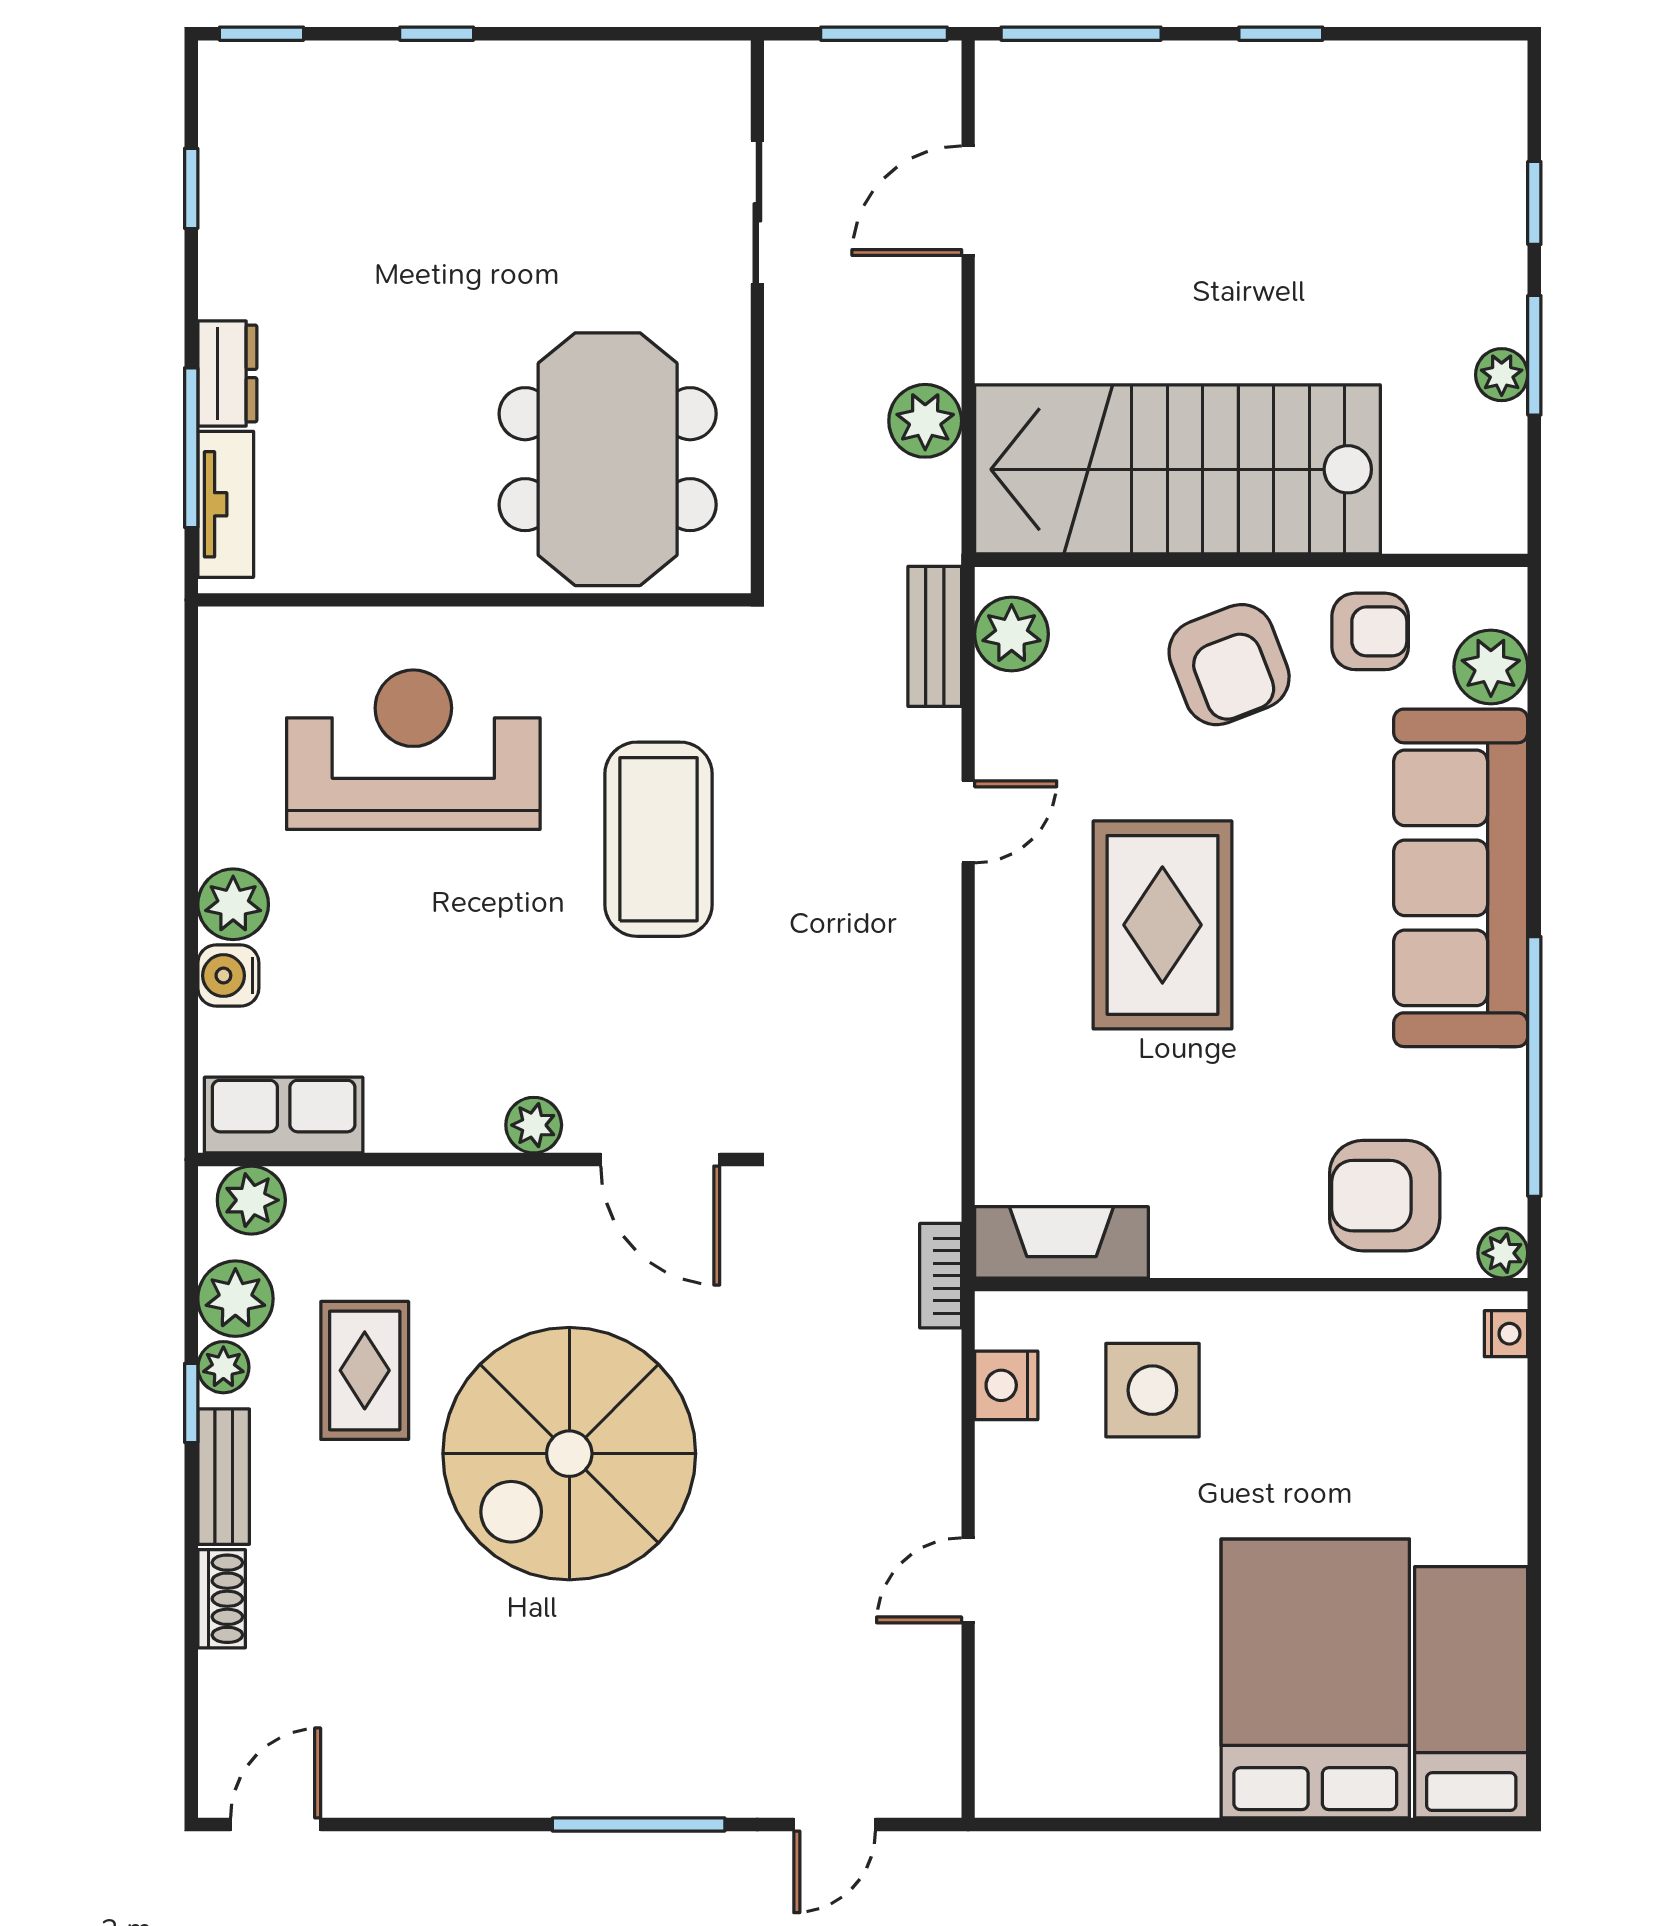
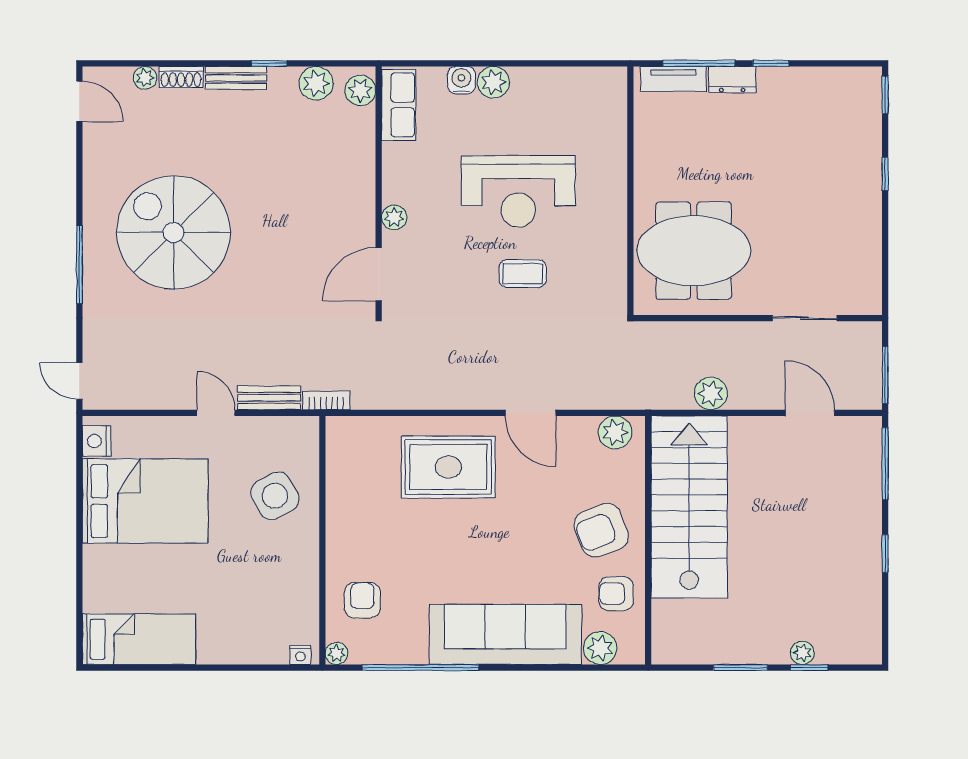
window: (191, 188) -> (771, 63), moved
plant: (1502, 375) -> (802, 653), moved
armchair: (1370, 631) -> (616, 594), turned 90
bench: (935, 636) -> (269, 398), moved
reception desk: (413, 750) -> (518, 191), moved, turned 90
door: (968, 822) -> (531, 413), width x1.38
coffee table: (658, 839) -> (523, 274), width x0.54, depth x0.58
rug: (1162, 925) -> (448, 467), moved
armchair: (1385, 1196) -> (362, 600), width x0.72, depth x0.72
fireplace: (1061, 1242) -> (341, 455), removed
plant: (223, 1367) -> (145, 78), moved
rug: (365, 1370) -> (284, 141), removed
nightstand: (1006, 1385) -> (97, 441), moved, turned -90
side table: (1152, 1390) -> (275, 496), turned -30
spiral stairs: (569, 1454) -> (174, 232), moved
door: (968, 1580) -> (216, 413), moved
bed: (1315, 1678) -> (145, 501), moved
door: (835, 1825) -> (79, 381), moved

